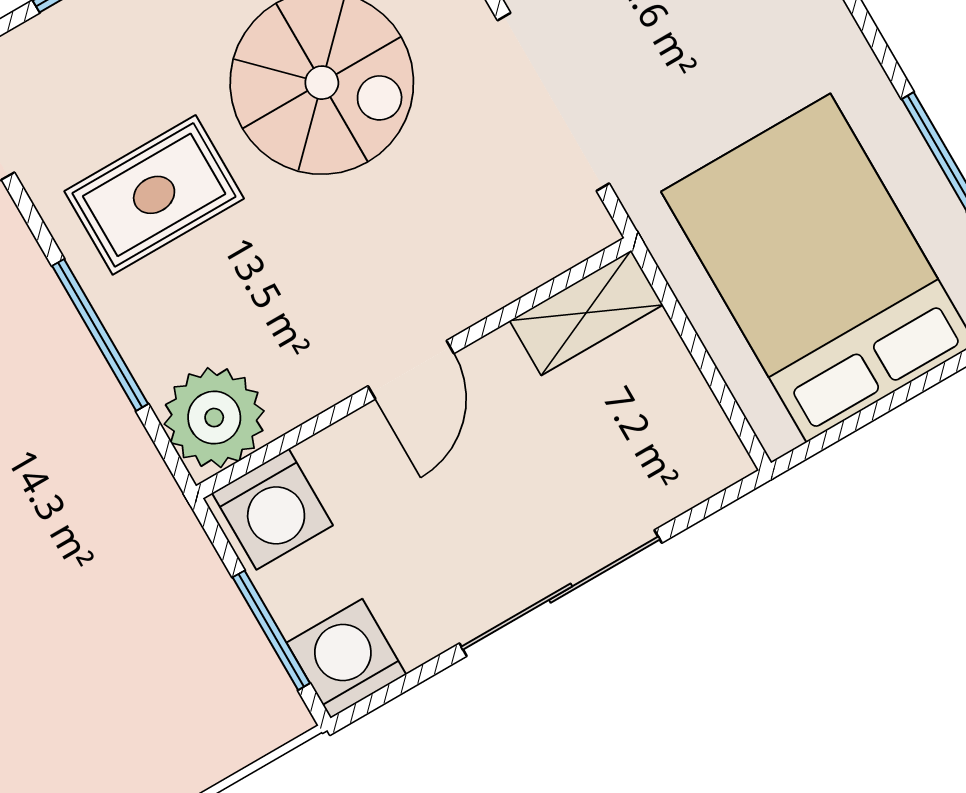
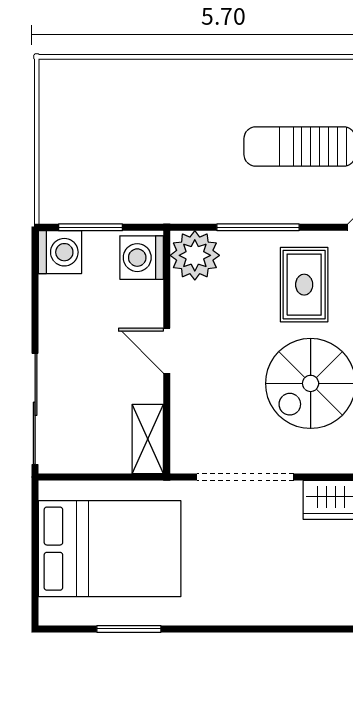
sliding door: (561, 593) -> (35, 409), moved

